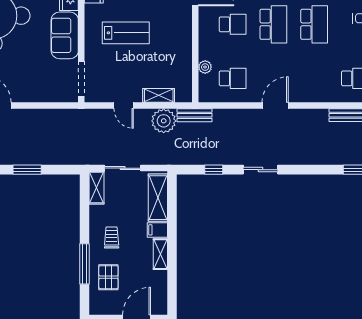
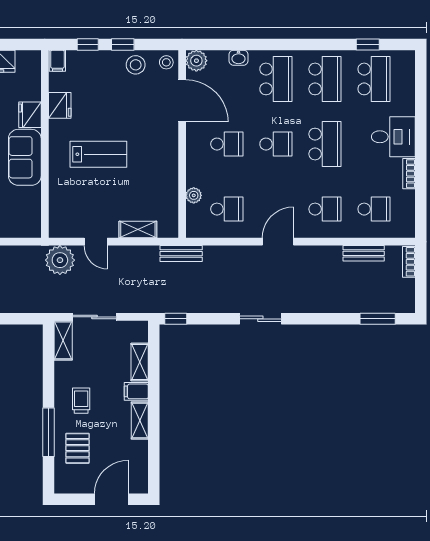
school desk: (273, 24) -> (276, 144), width x0.54
school desk: (314, 78) -> (325, 209), added
doorway: (81, 79) -> (45, 209), removed
plant: (164, 121) -> (60, 260), moved
window: (214, 170) -> (176, 319), moved
shelving: (158, 198) -> (140, 362), width x0.67, depth x0.75

